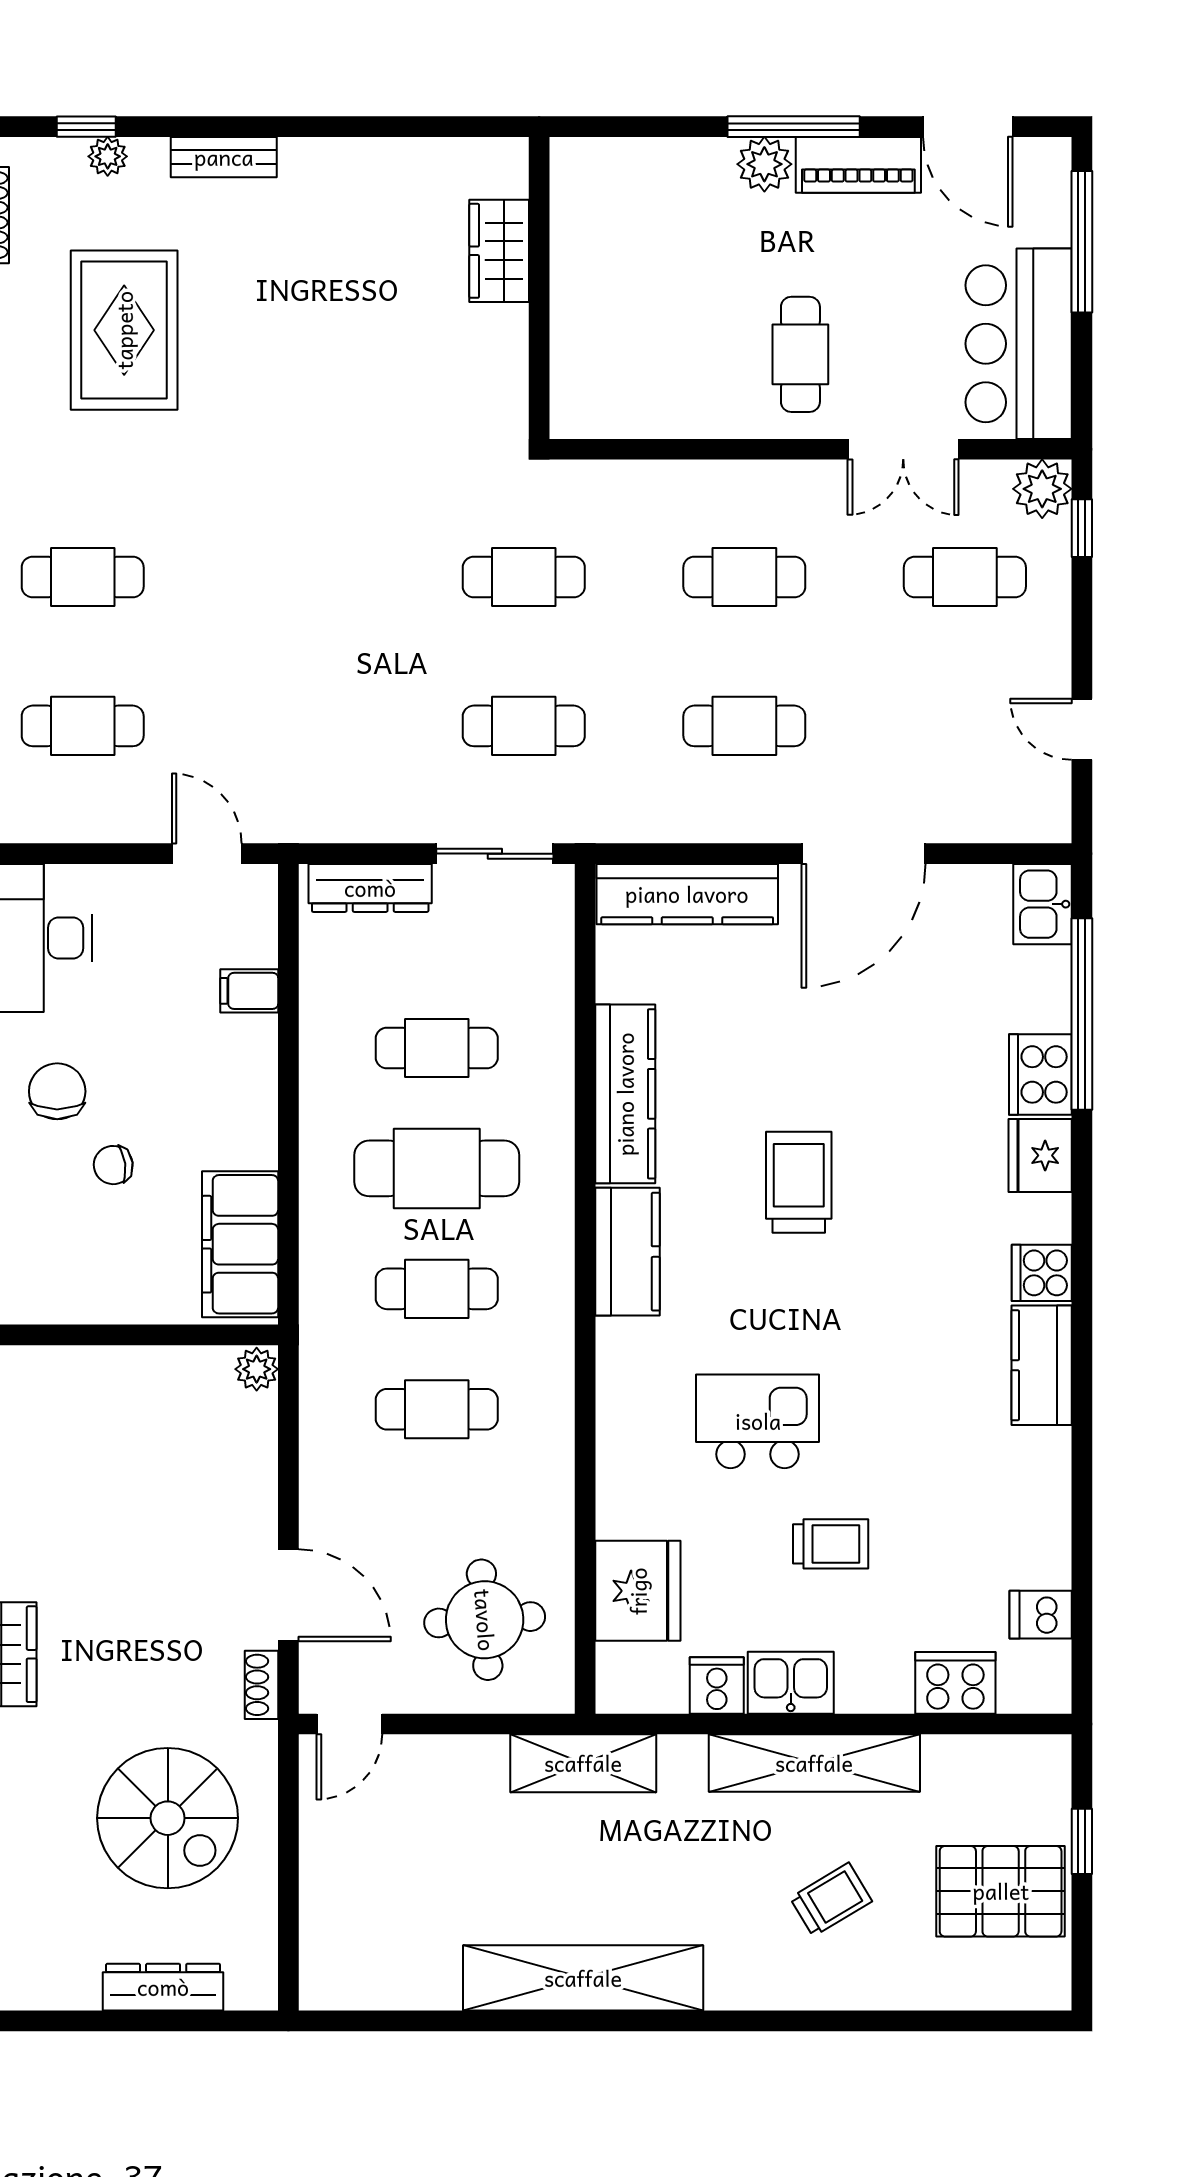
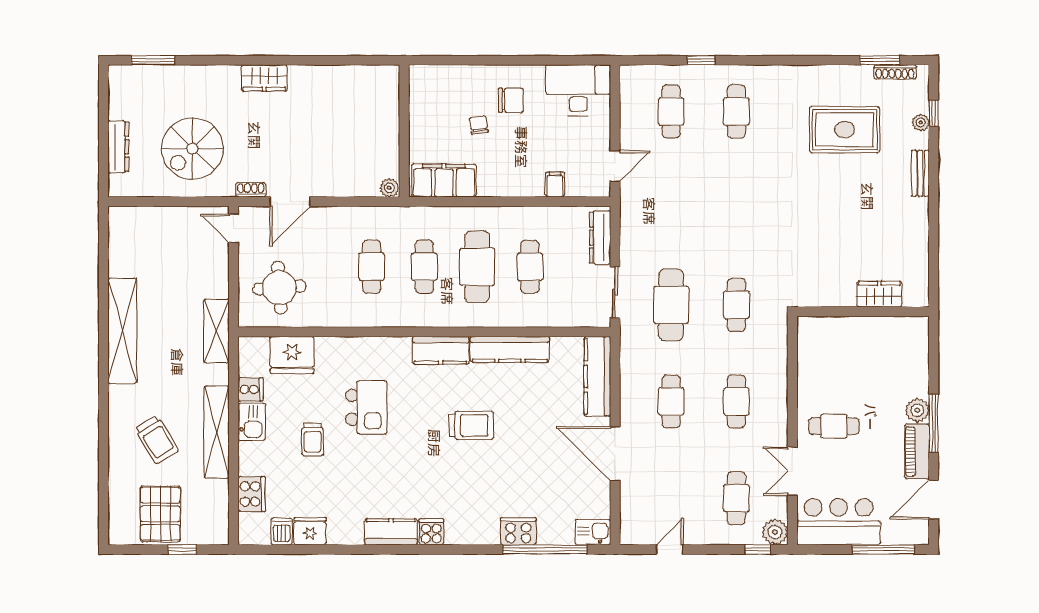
cafe table: (524, 726) -> (671, 305), width x1.37, depth x1.35
fridge: (1040, 1155) -> (310, 531), moved
trolley: (831, 1900) -> (157, 439), width x1.36, depth x1.39

